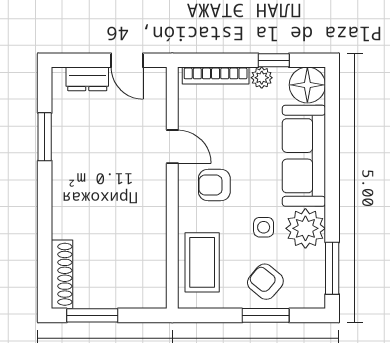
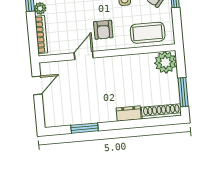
dresser: (87, 79) -> (129, 114), moved, turned -90
plant: (147, 289) -> (166, 62), added

